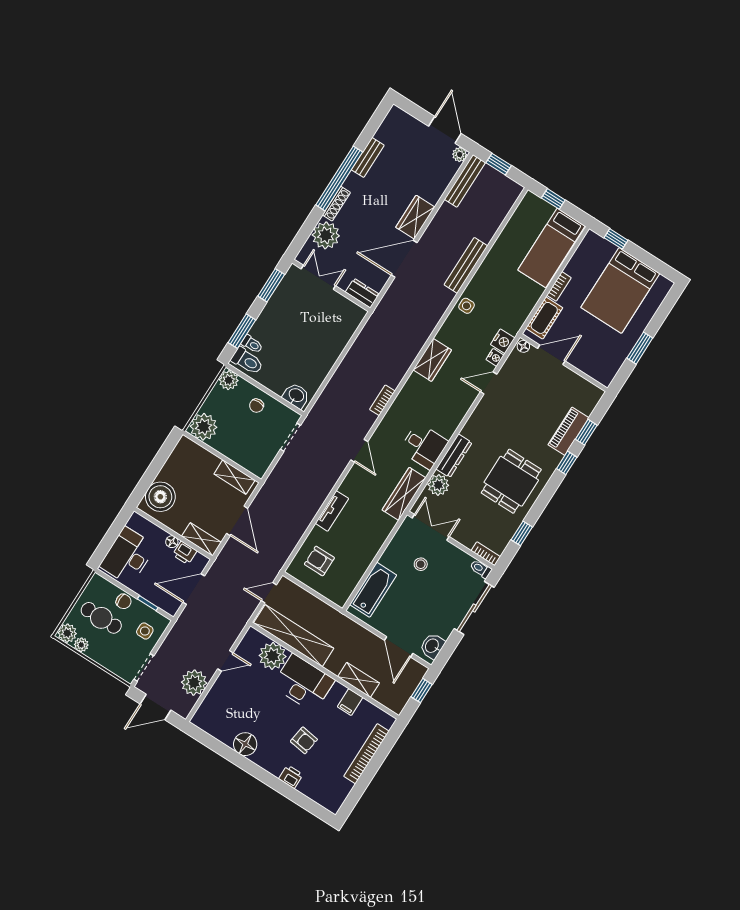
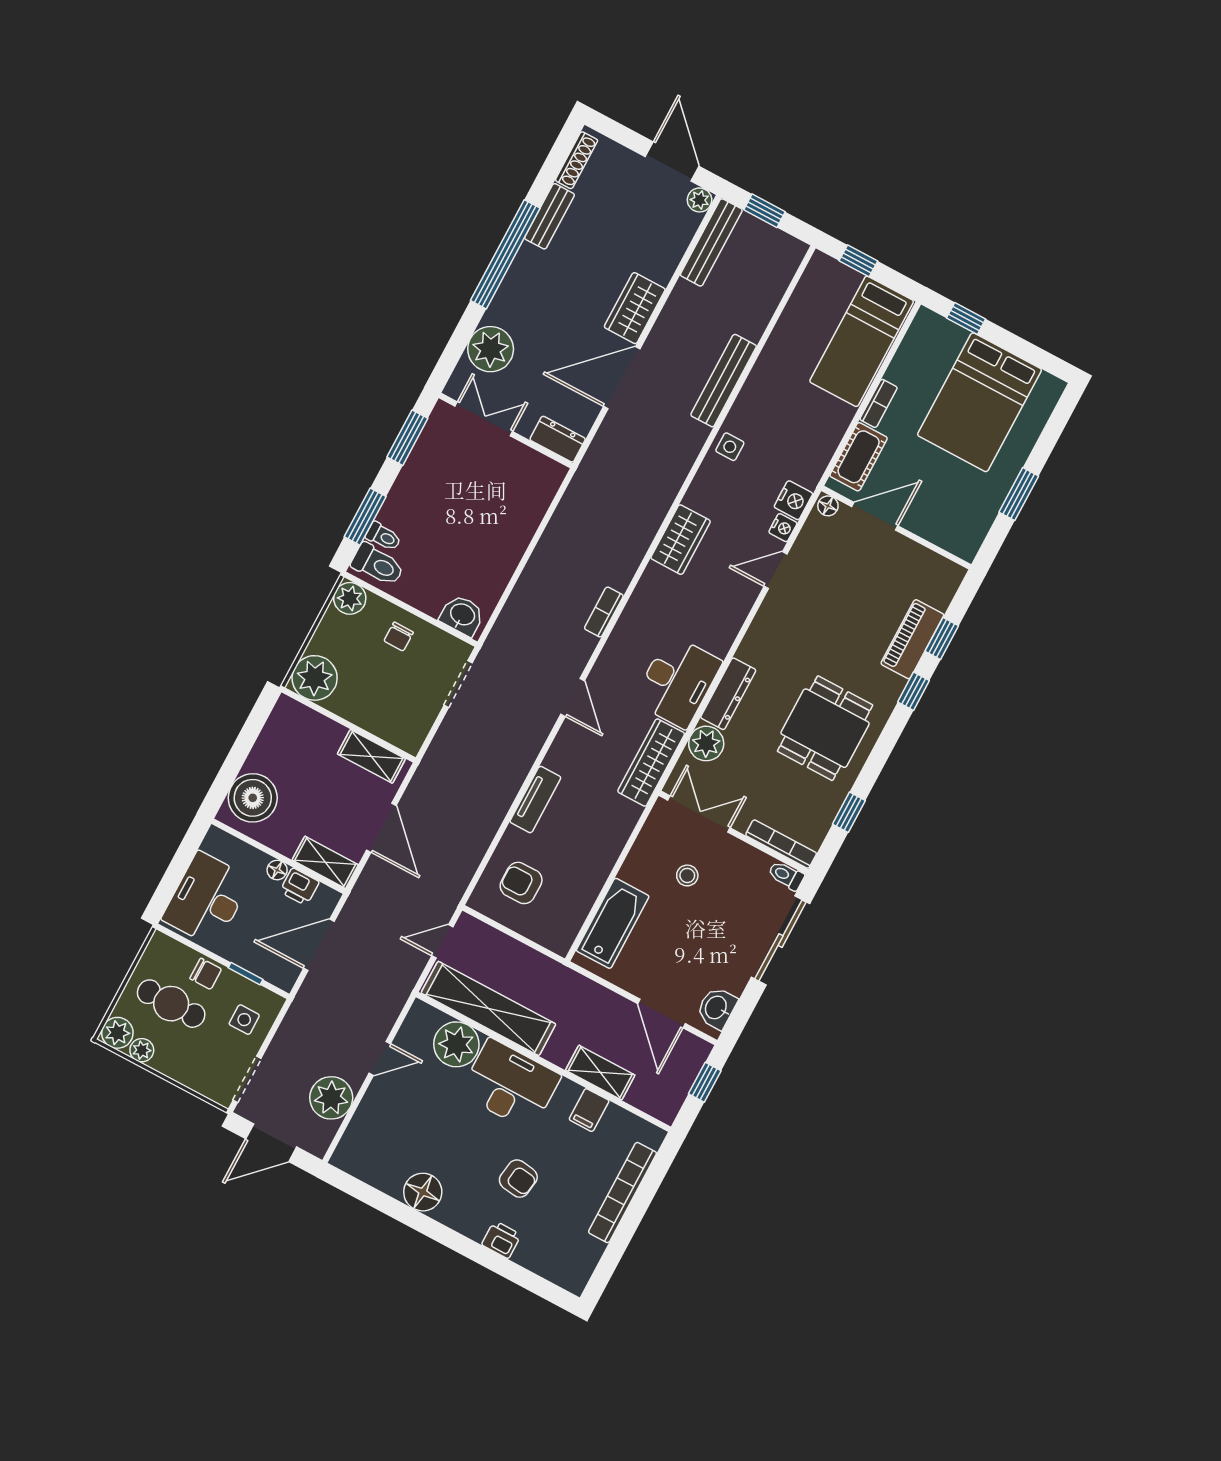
shoe rack: (336, 204) -> (577, 160), moved
desk: (424, 446) -> (677, 682), width x1.37
bookcase: (486, 554) -> (781, 844), width x1.56

